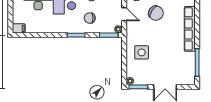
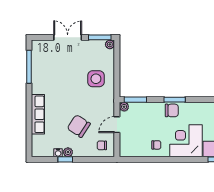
door: (124, 14) -> (117, 125), hinge flipped
chair: (90, 18) -> (172, 110), moved
row of seats: (190, 29) -> (38, 114), width x0.73

